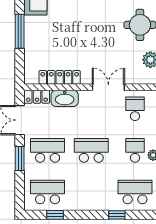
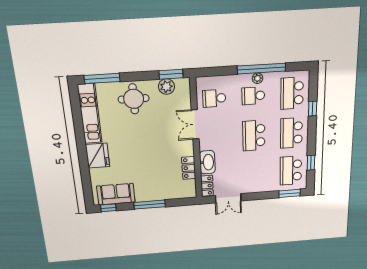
locker: (60, 77) -> (189, 168), width x0.66
school desk: (48, 150) -> (291, 133), moved
window: (20, 158) -> (290, 193), moved

